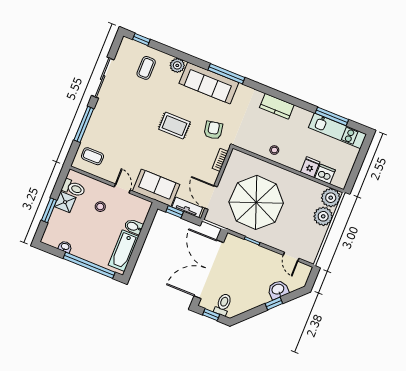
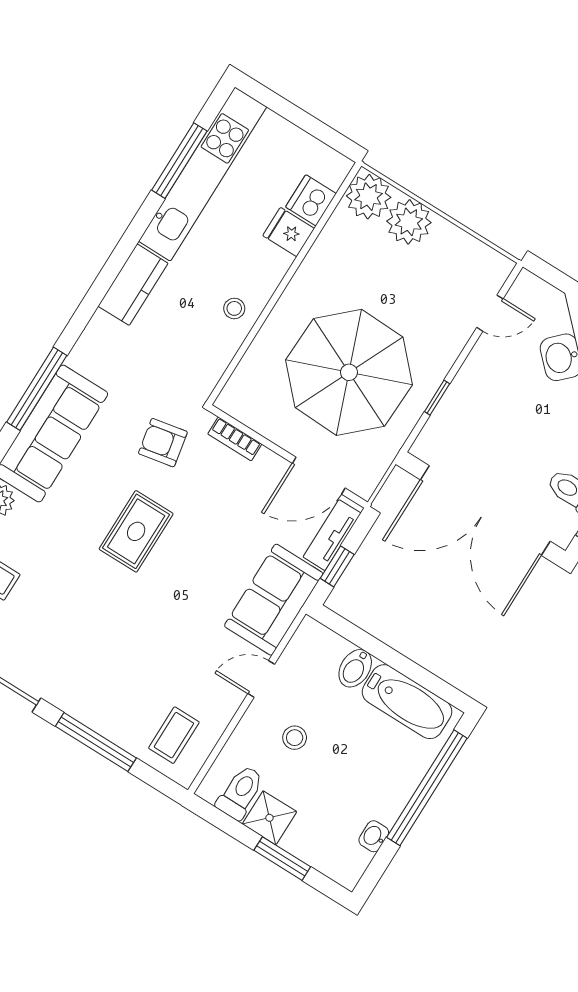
kitchen unit: (337, 131) -> (203, 174), width x1.36

